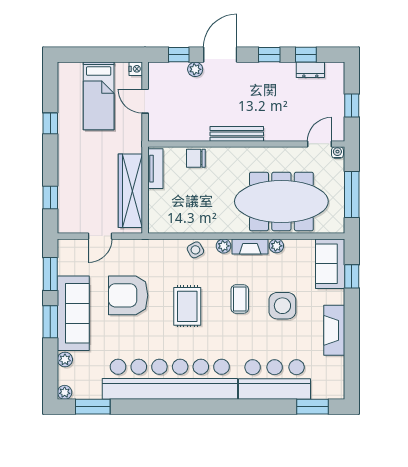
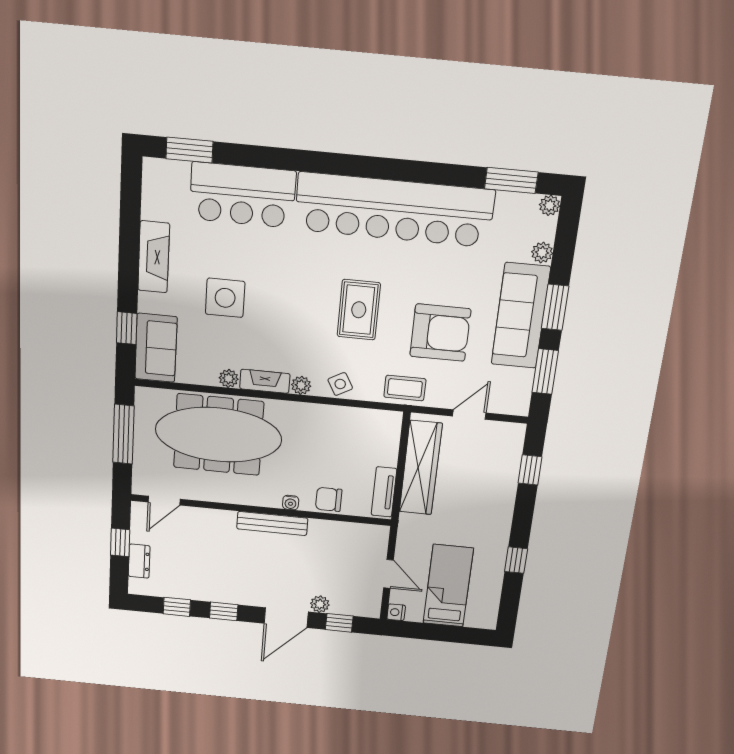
dresser: (310, 70) -> (139, 561), moved, turned 90
water cooler: (337, 153) -> (291, 503), moved
chair: (196, 158) -> (329, 499), turned 180
coffee table: (240, 299) -> (405, 388), moved, turned 90

